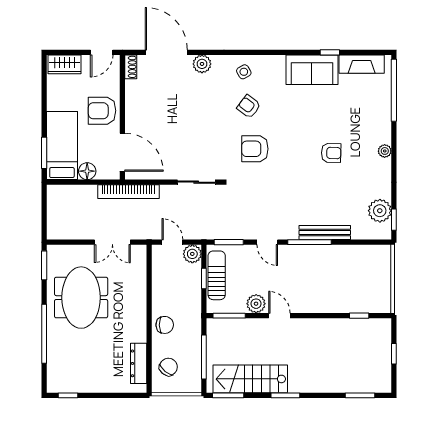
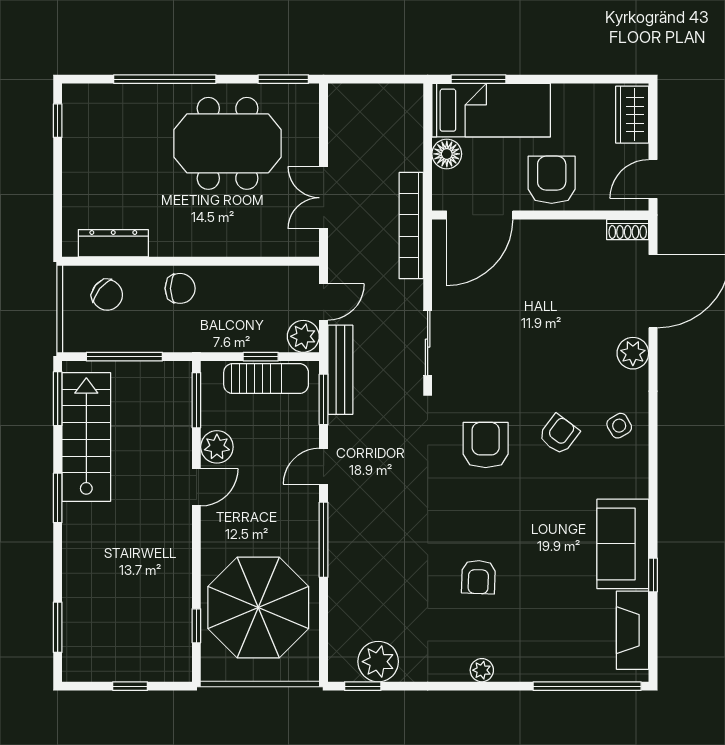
door: (102, 52) -> (653, 179), hinge flipped
bench: (325, 233) -> (340, 370), moved
parasol: (349, 280) -> (258, 608), added
chair: (165, 325) -> (180, 288), turned -89

